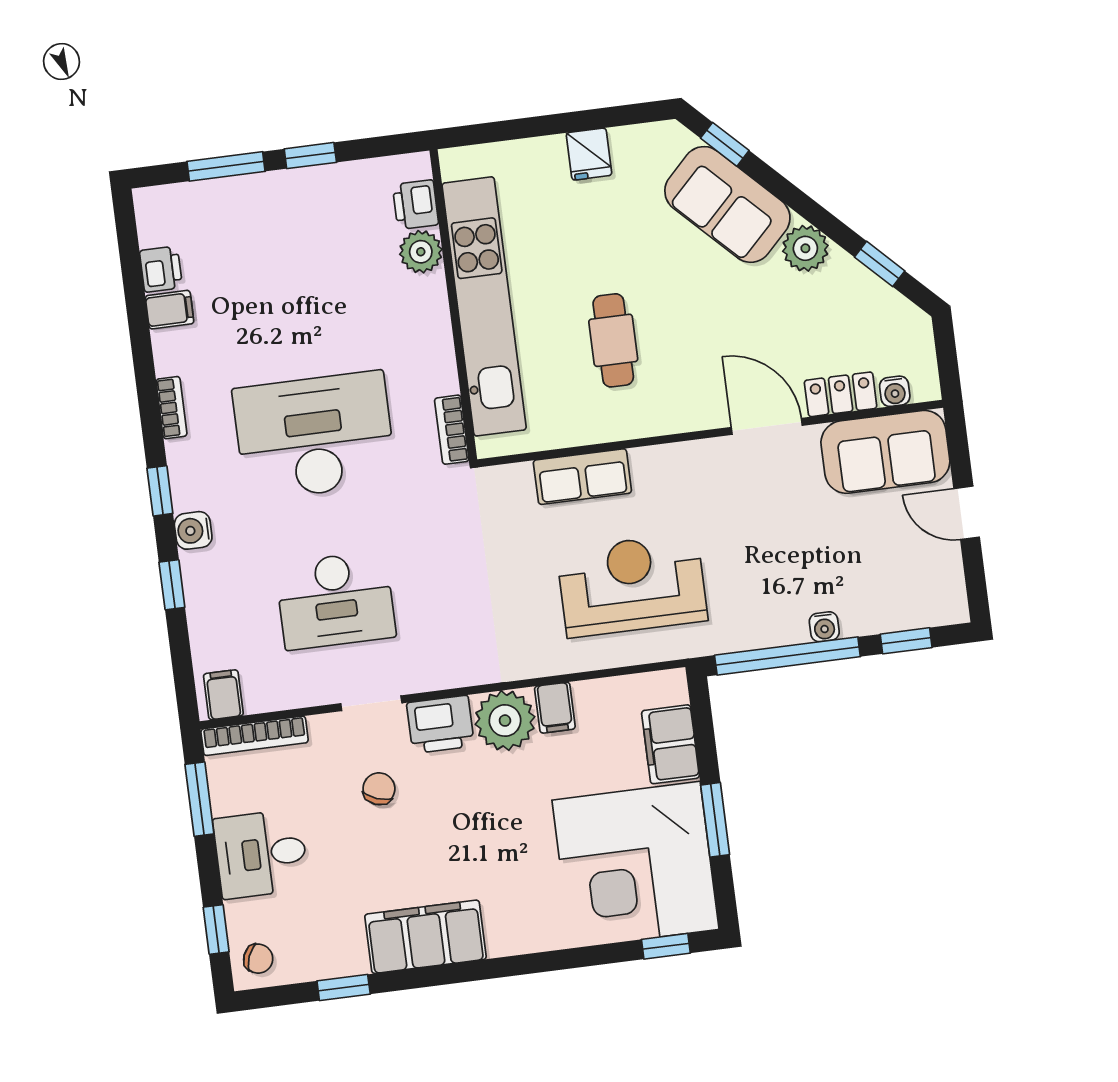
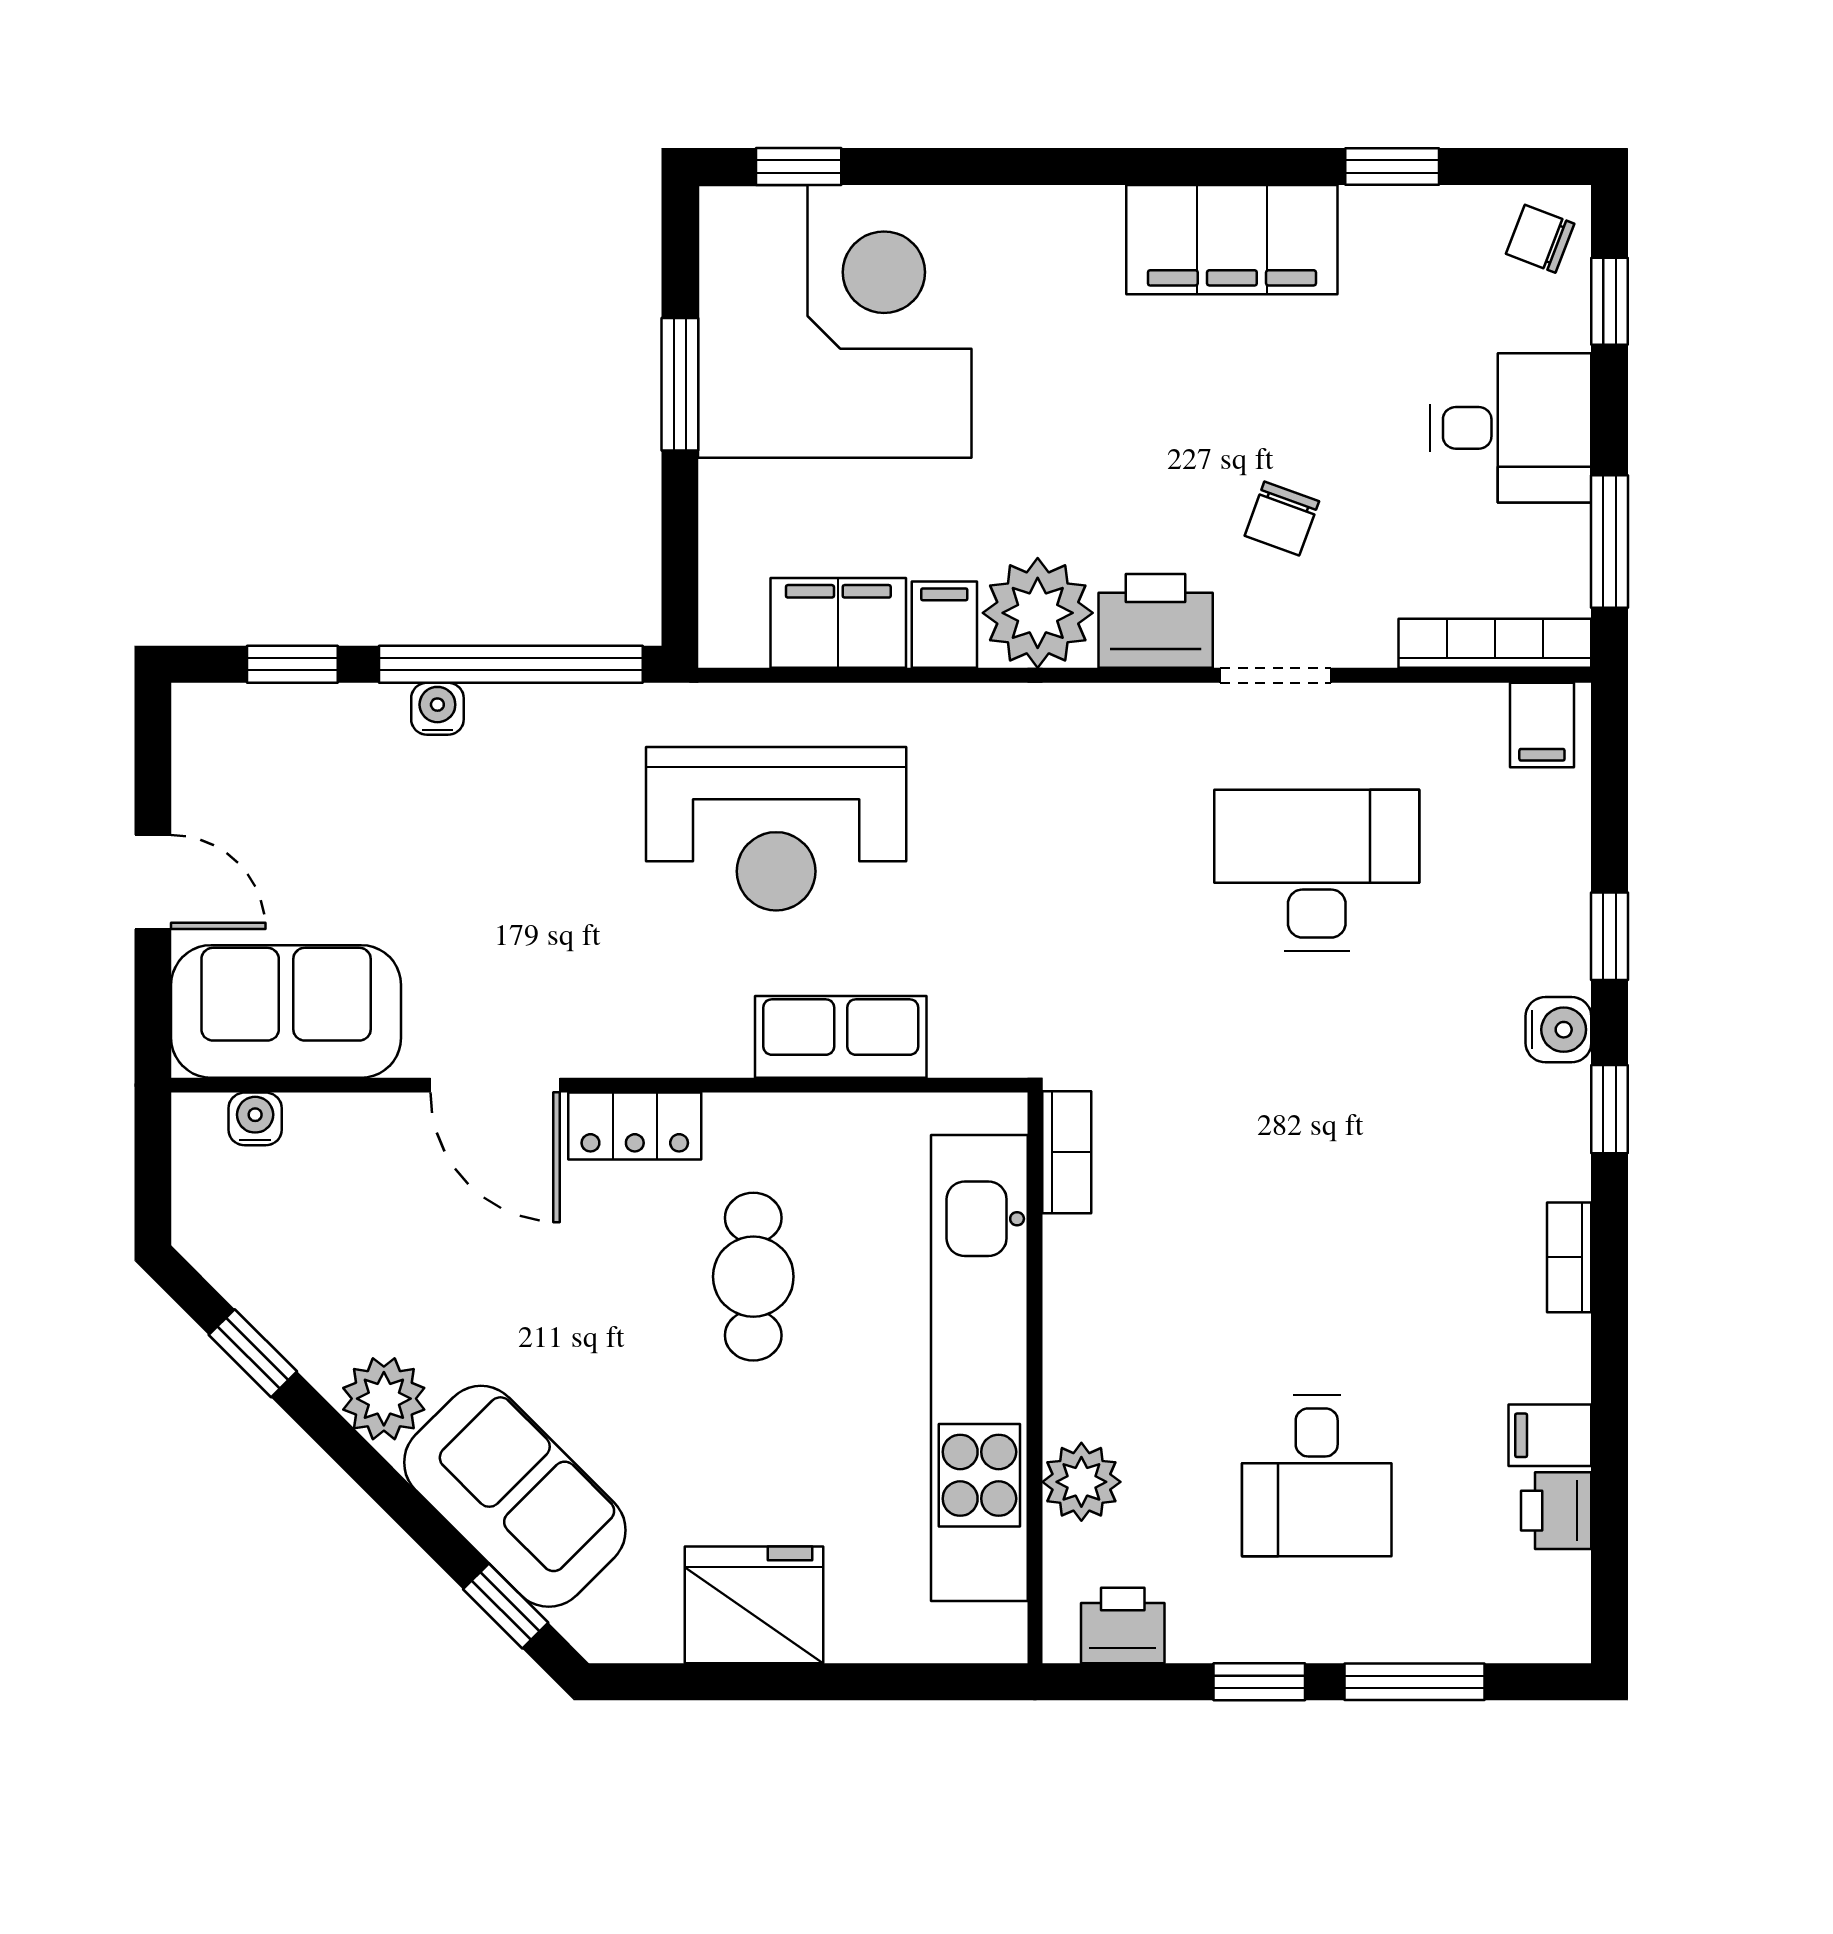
fridge: (589, 154) -> (754, 1605), width x1.88, depth x1.34
printer: (415, 205) -> (1123, 1626), moved, turned -90
locker: (841, 394) -> (635, 1126), moved
desk: (314, 436) -> (1317, 1476), moved, width x0.53, depth x0.77
filing cabinet: (670, 744) -> (838, 623), moved, turned -90

